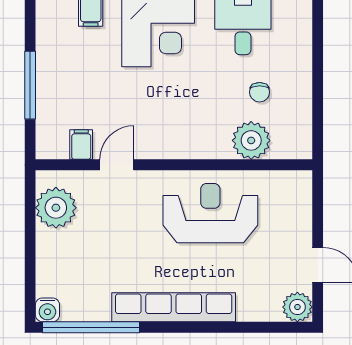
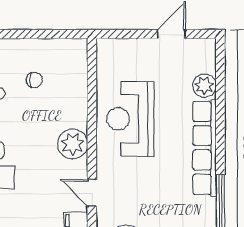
plant: (251, 140) -> (73, 144), moved
plant: (297, 307) -> (204, 86), moved

